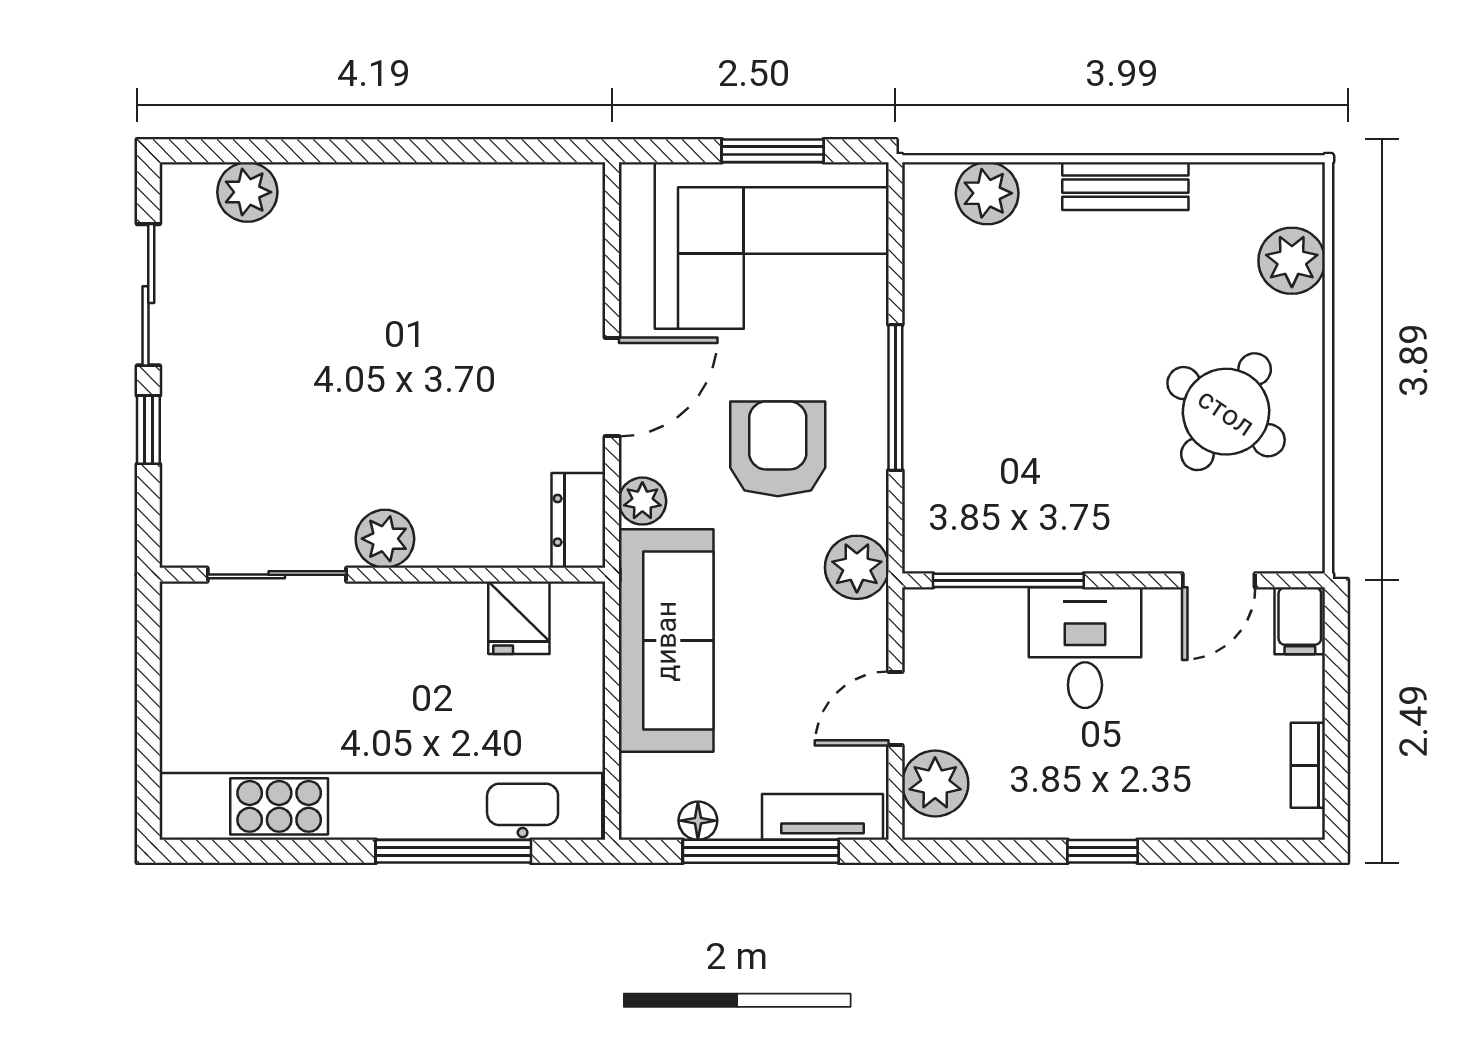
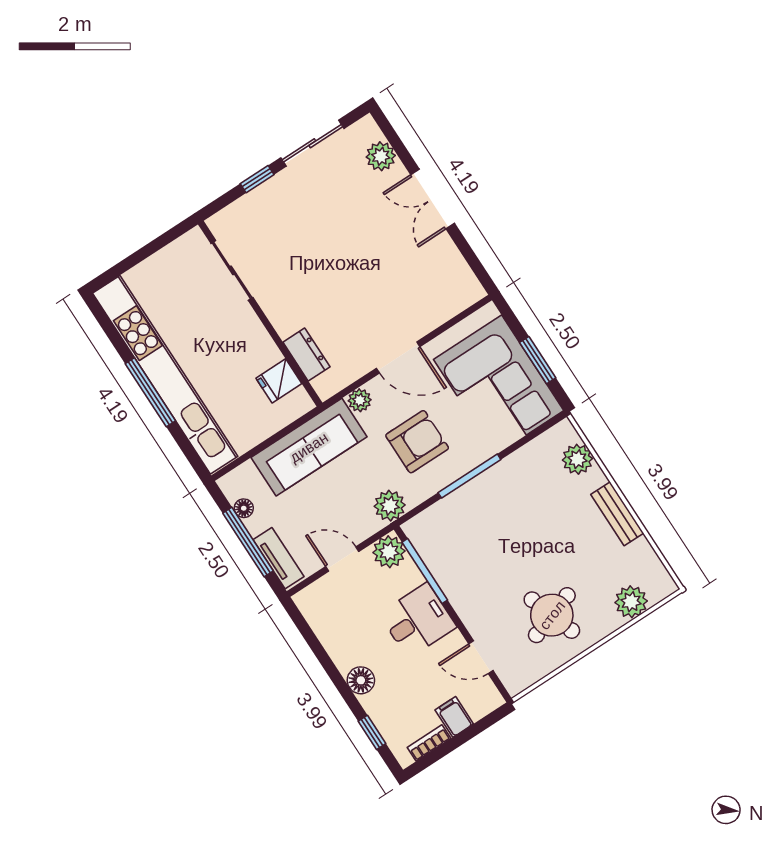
double door: (379, 151) -> (433, 199), added
round table: (1226, 412) -> (552, 615), turned 37
dresser: (578, 520) -> (306, 354), moved, turned 90
plant: (385, 539) -> (276, 305), removed
filing cabinet: (1300, 621) -> (454, 717), moved, turned 90
plant: (935, 784) -> (389, 552), moved
floor lamp: (1124, 812) -> (361, 680), added
window: (453, 851) -> (150, 392), moved
window: (1103, 851) -> (372, 732), moved

